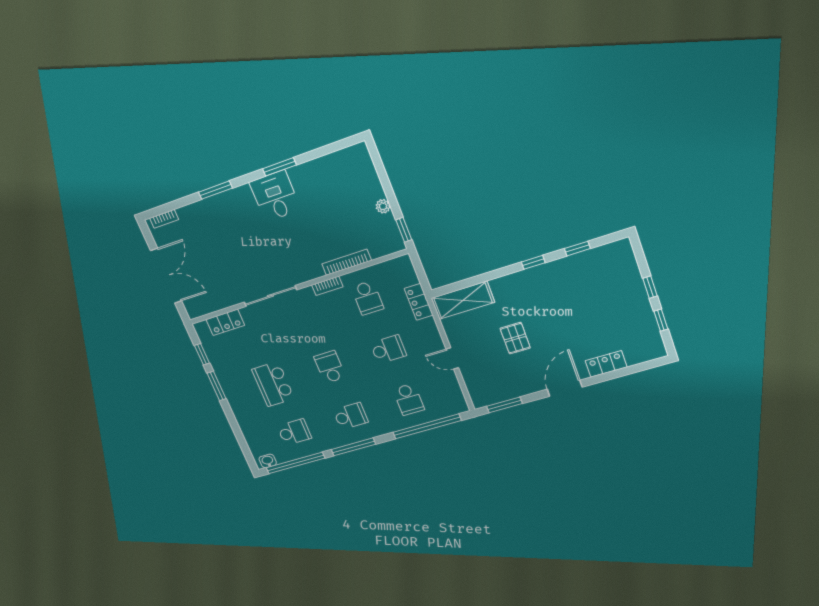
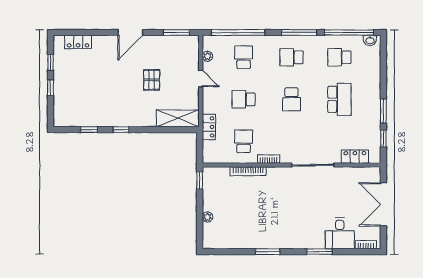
desk: (275, 196) -> (340, 233), moved
plant: (383, 206) -> (208, 217), moved
locker: (606, 364) -> (78, 42), moved
plant: (454, 388) -> (207, 56), added

